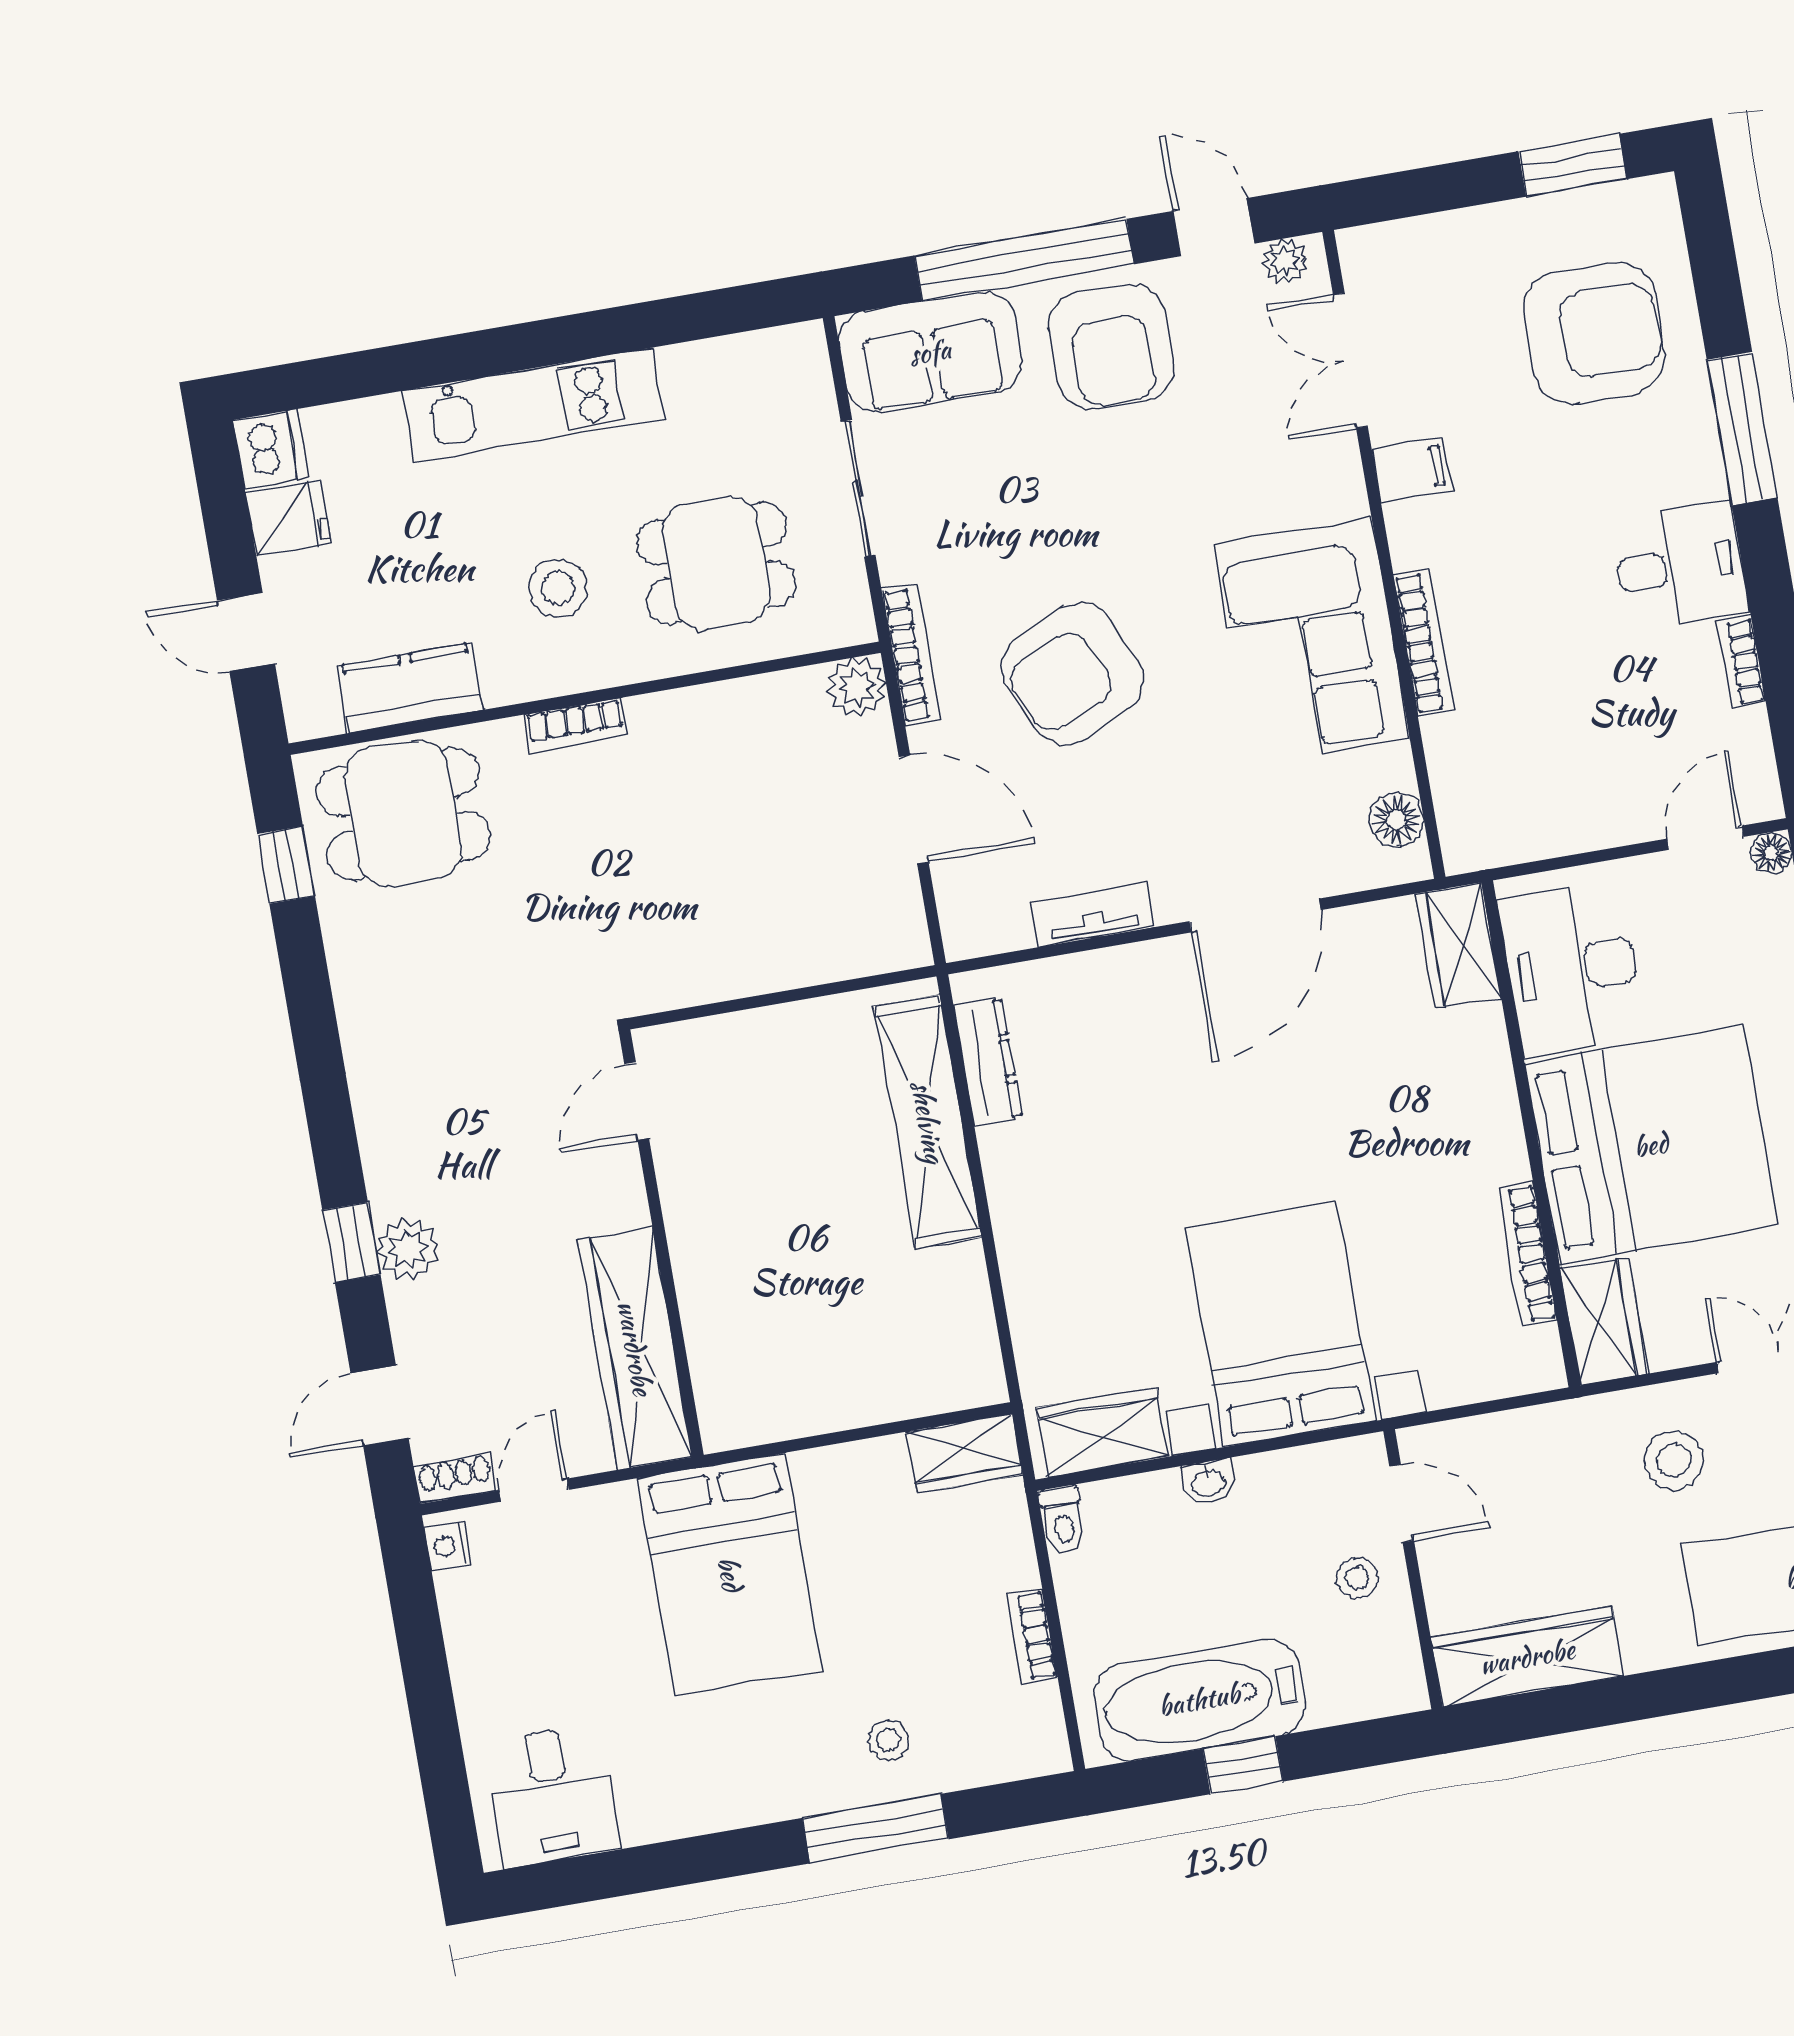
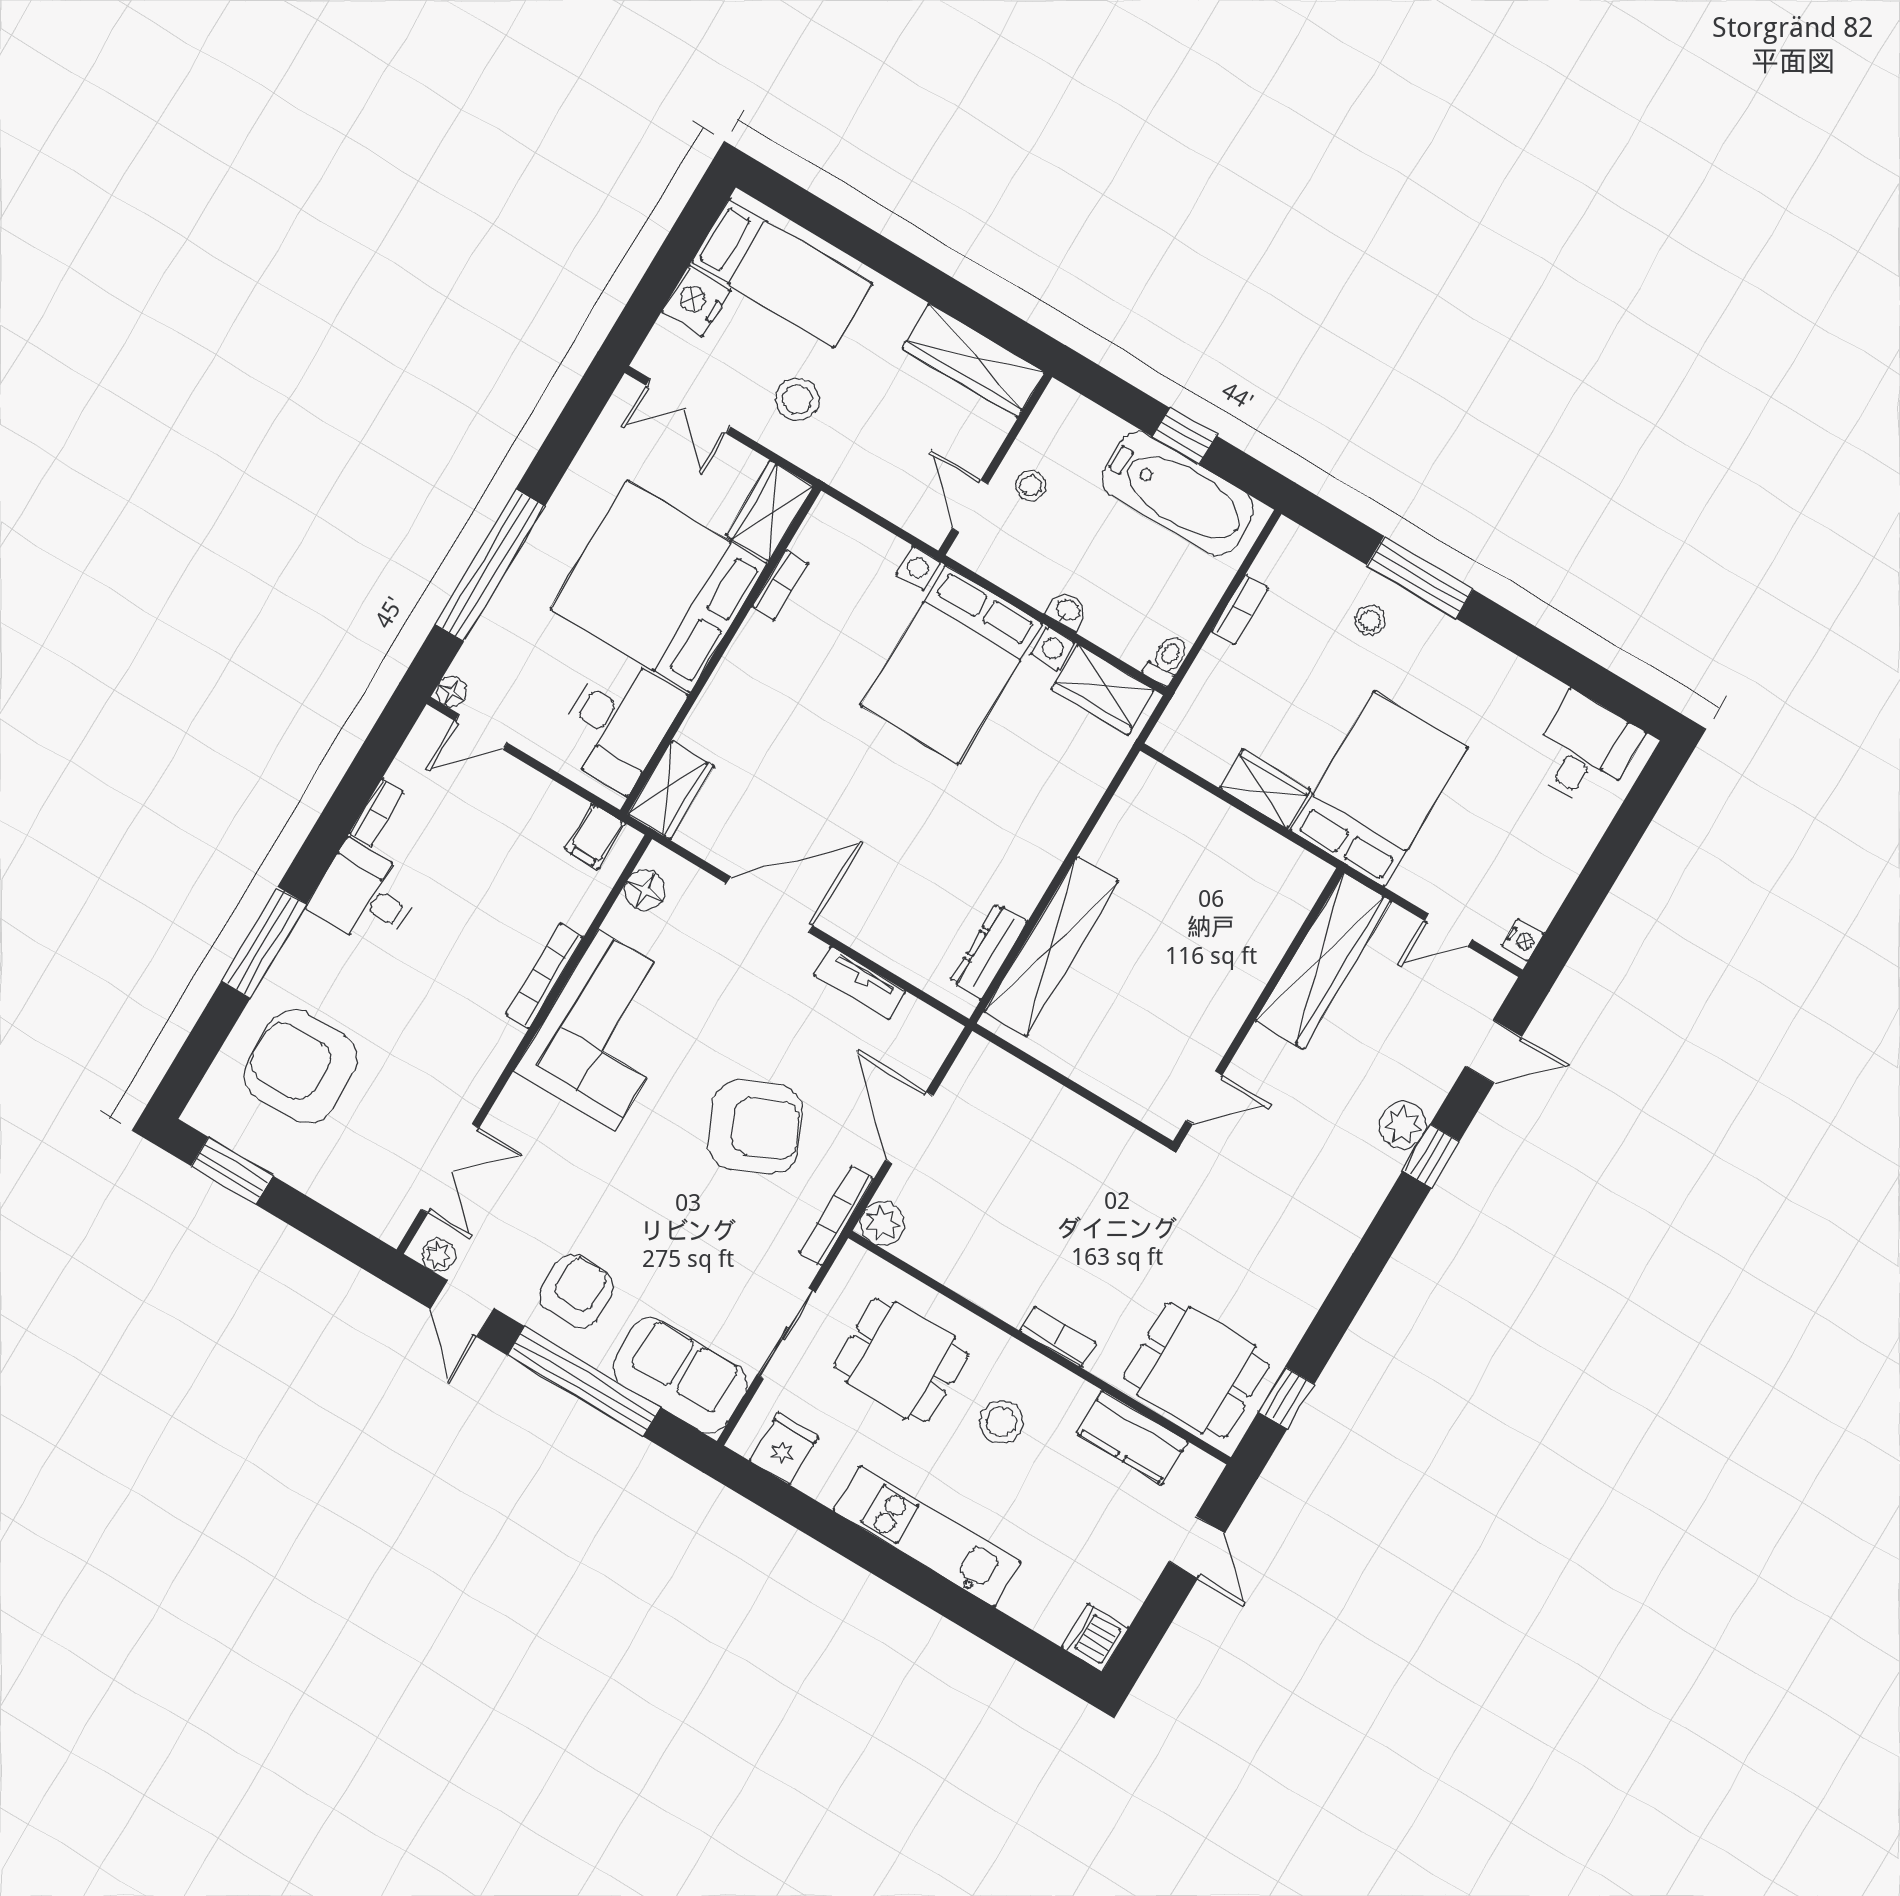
armchair: (1111, 347) -> (577, 1291), width x0.73, depth x0.73
filing cabinet: (1412, 470) -> (595, 836), moved, turned -90
fridge: (288, 518) -> (784, 1449), moved, turned 90
bookcase: (1527, 1254) -> (780, 585), width x0.64
wardrobe: (965, 1453) -> (1265, 789), moved
shoe rack: (455, 1479) -> (1486, 974), removed

